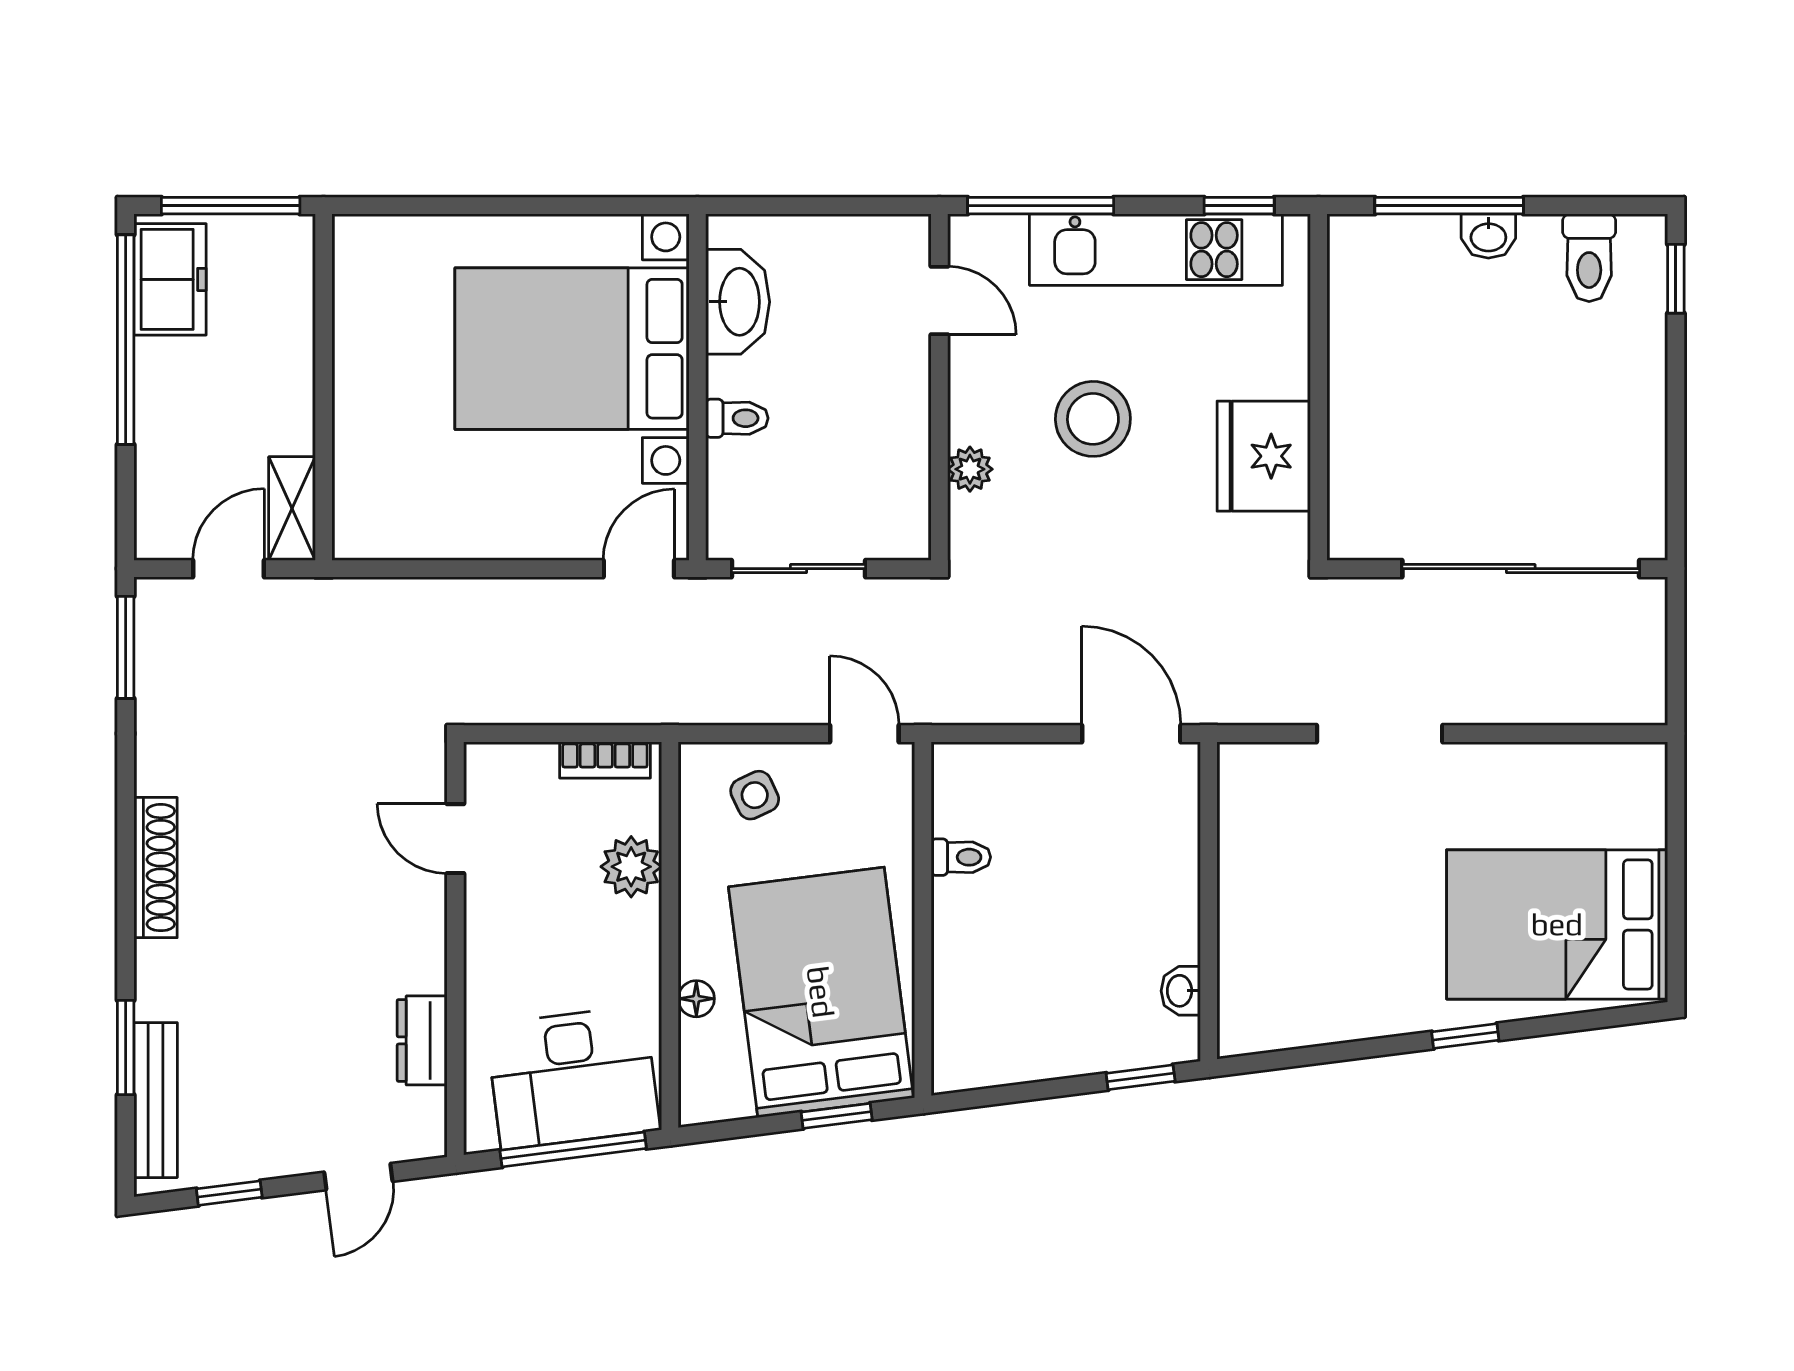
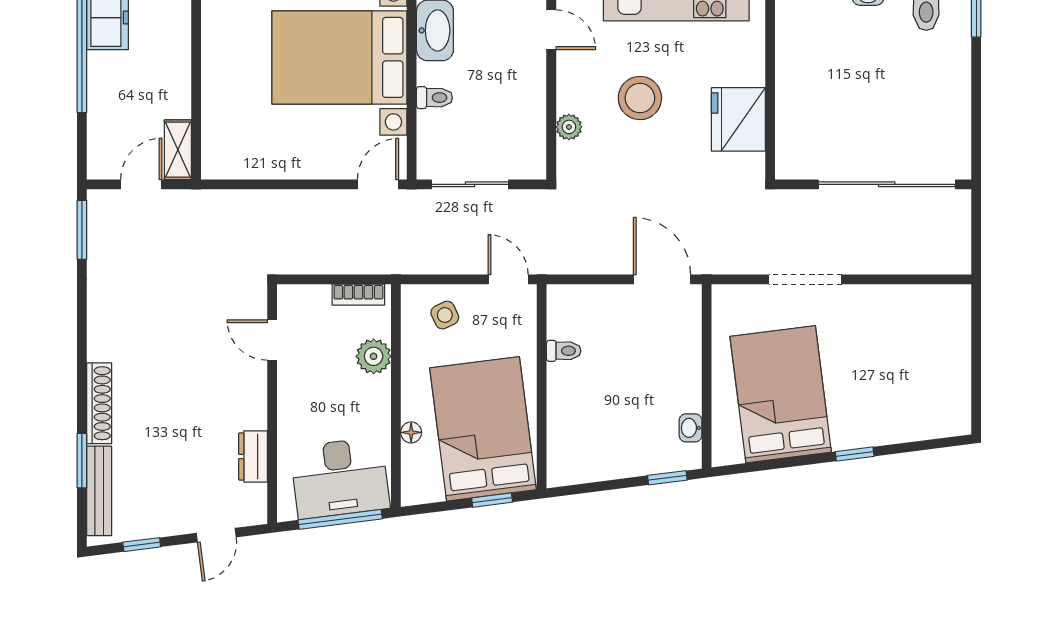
shoe rack: (156, 868) -> (99, 403), moved
bed: (1557, 924) -> (781, 394), moved, turned 83

